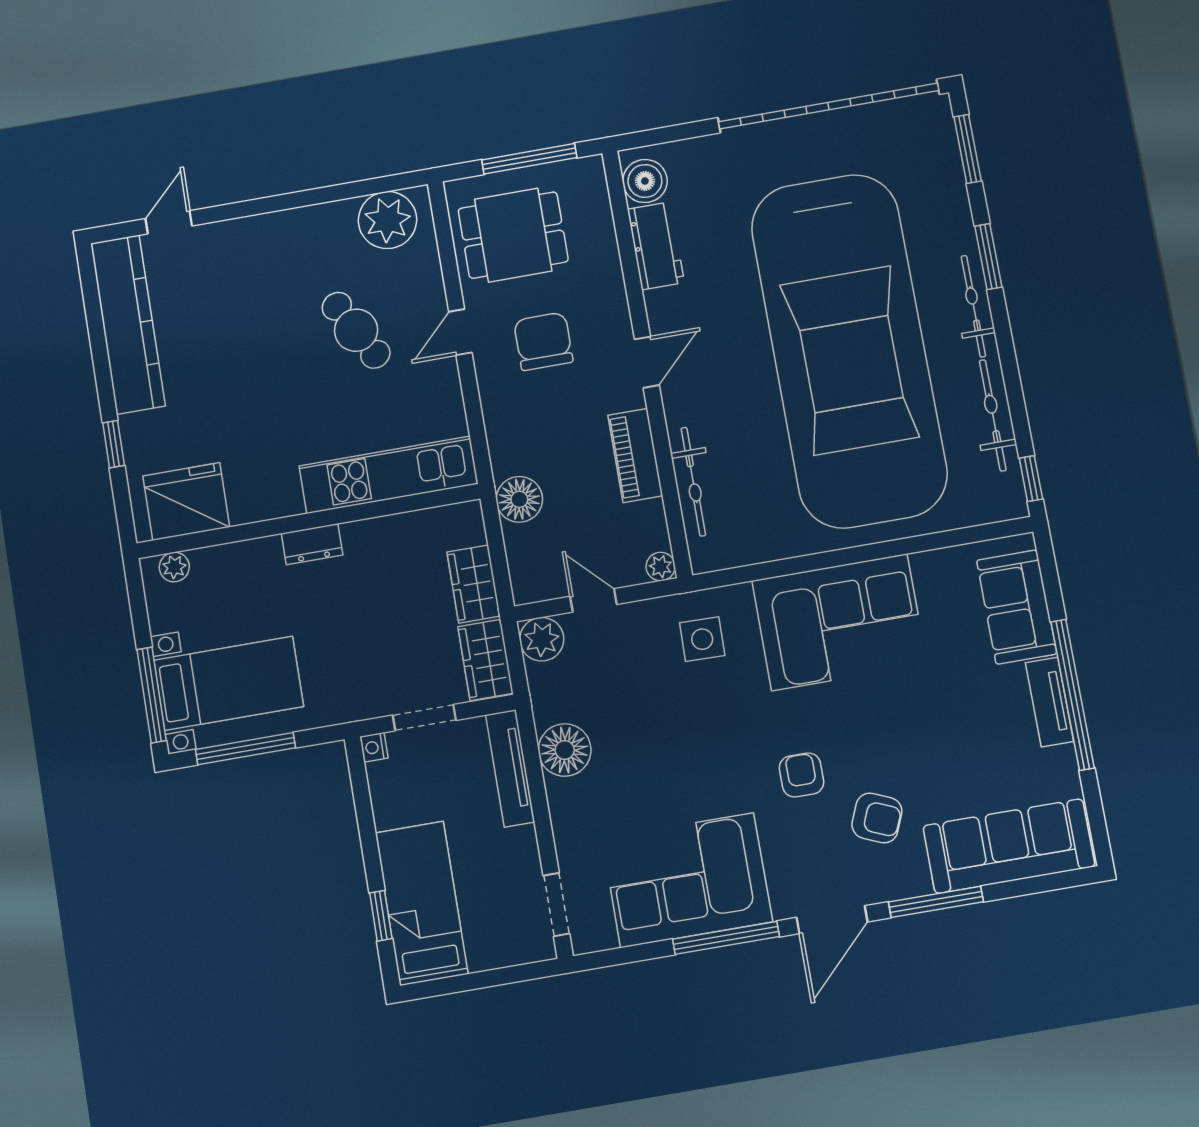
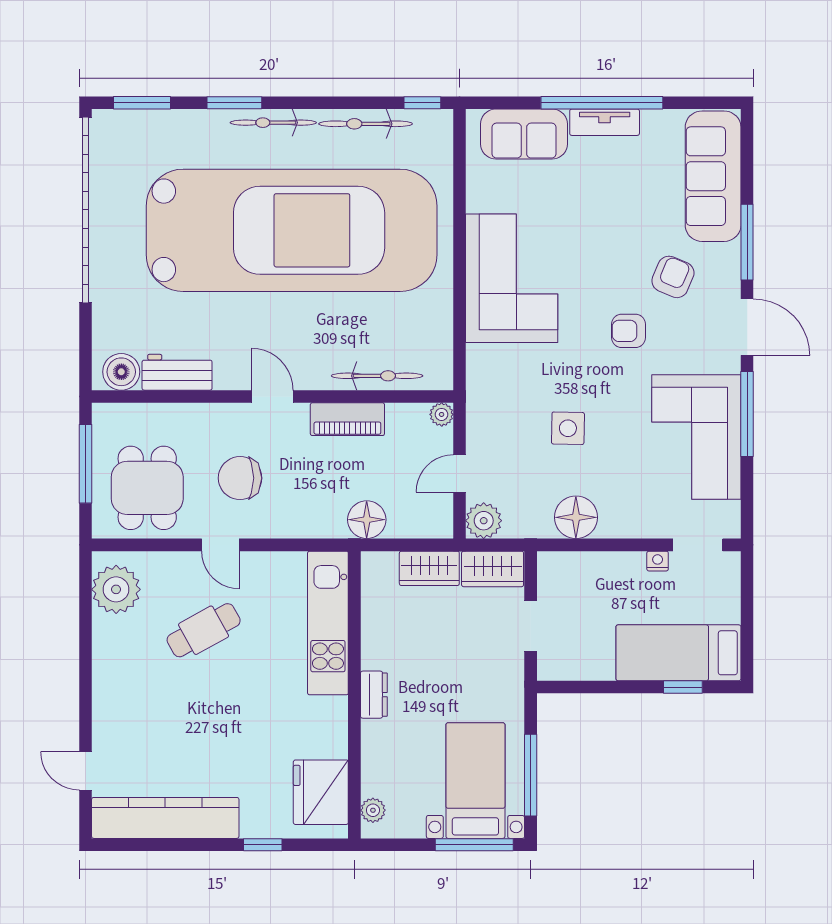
side table: (702, 639) -> (568, 428), moved
nightstand: (374, 747) -> (658, 561), moved, turned 180
tv unit: (510, 768) -> (583, 564), removed

